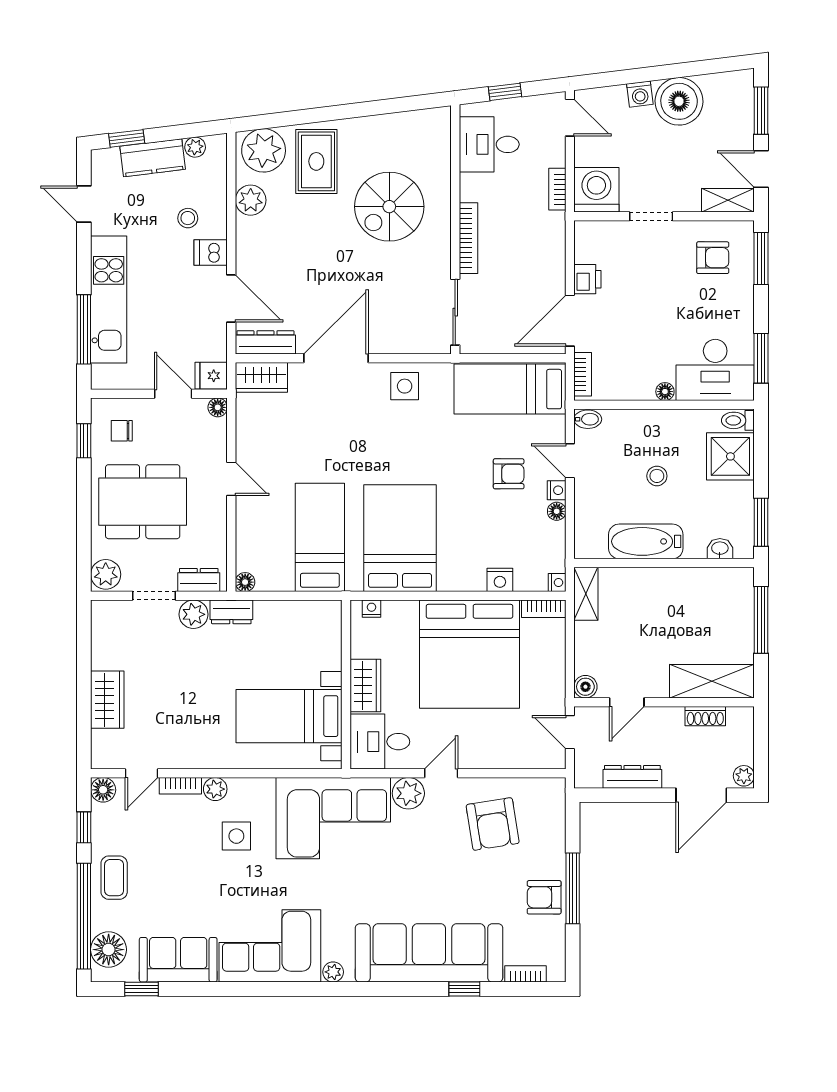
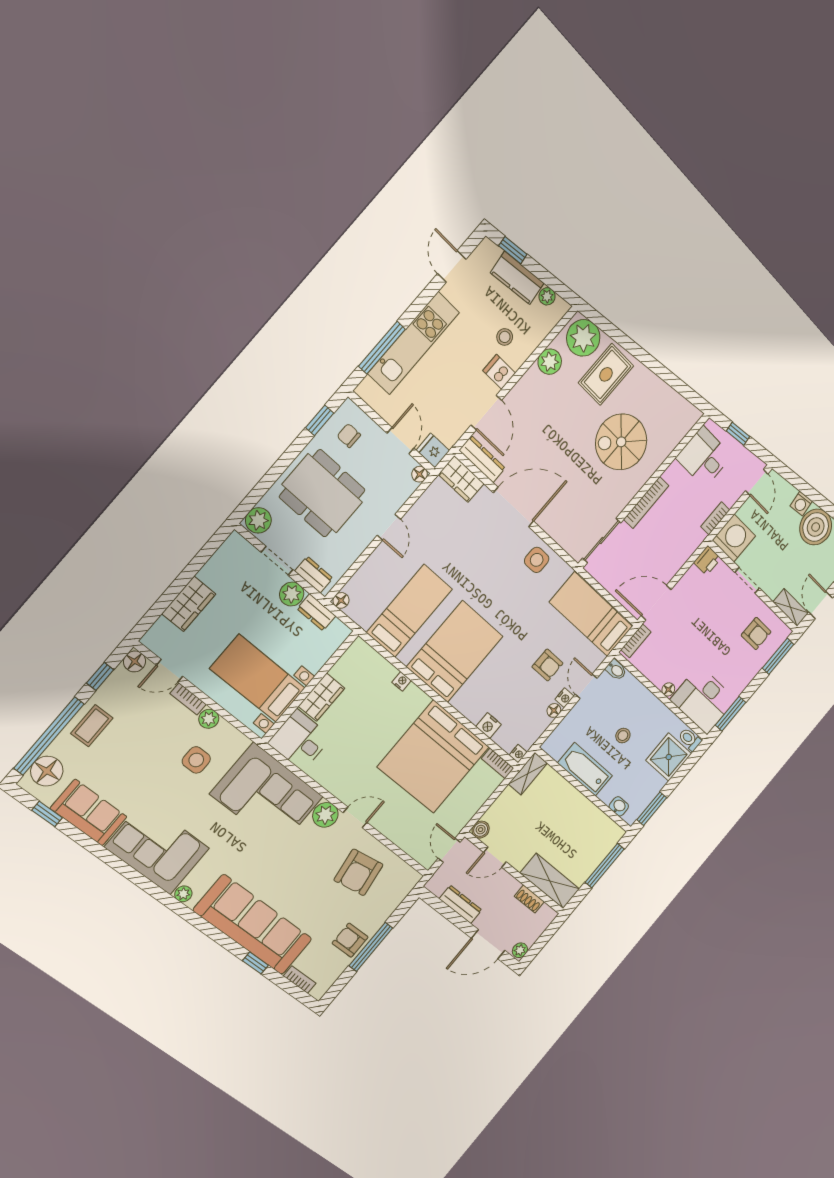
printer: (587, 279) -> (707, 560), moved
wall: (346, 685) -> (310, 687), moved
wardrobe: (365, 685) -> (321, 697), moved
bed with nightstands: (289, 716) -> (258, 678), moved
desk: (380, 742) -> (300, 740), moved

